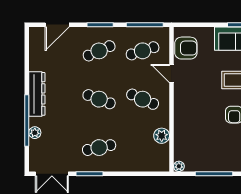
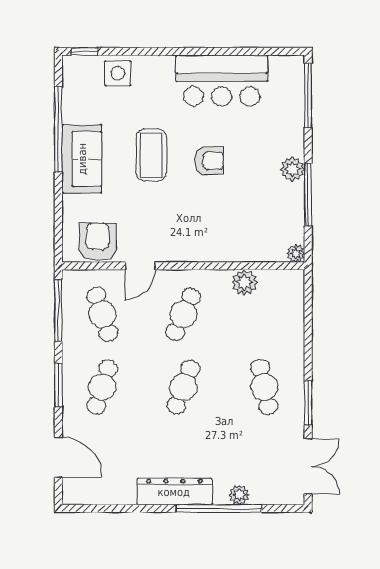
cafe table: (99, 51) -> (102, 387), turned 42
plant: (229, 164) -> (292, 169), added

